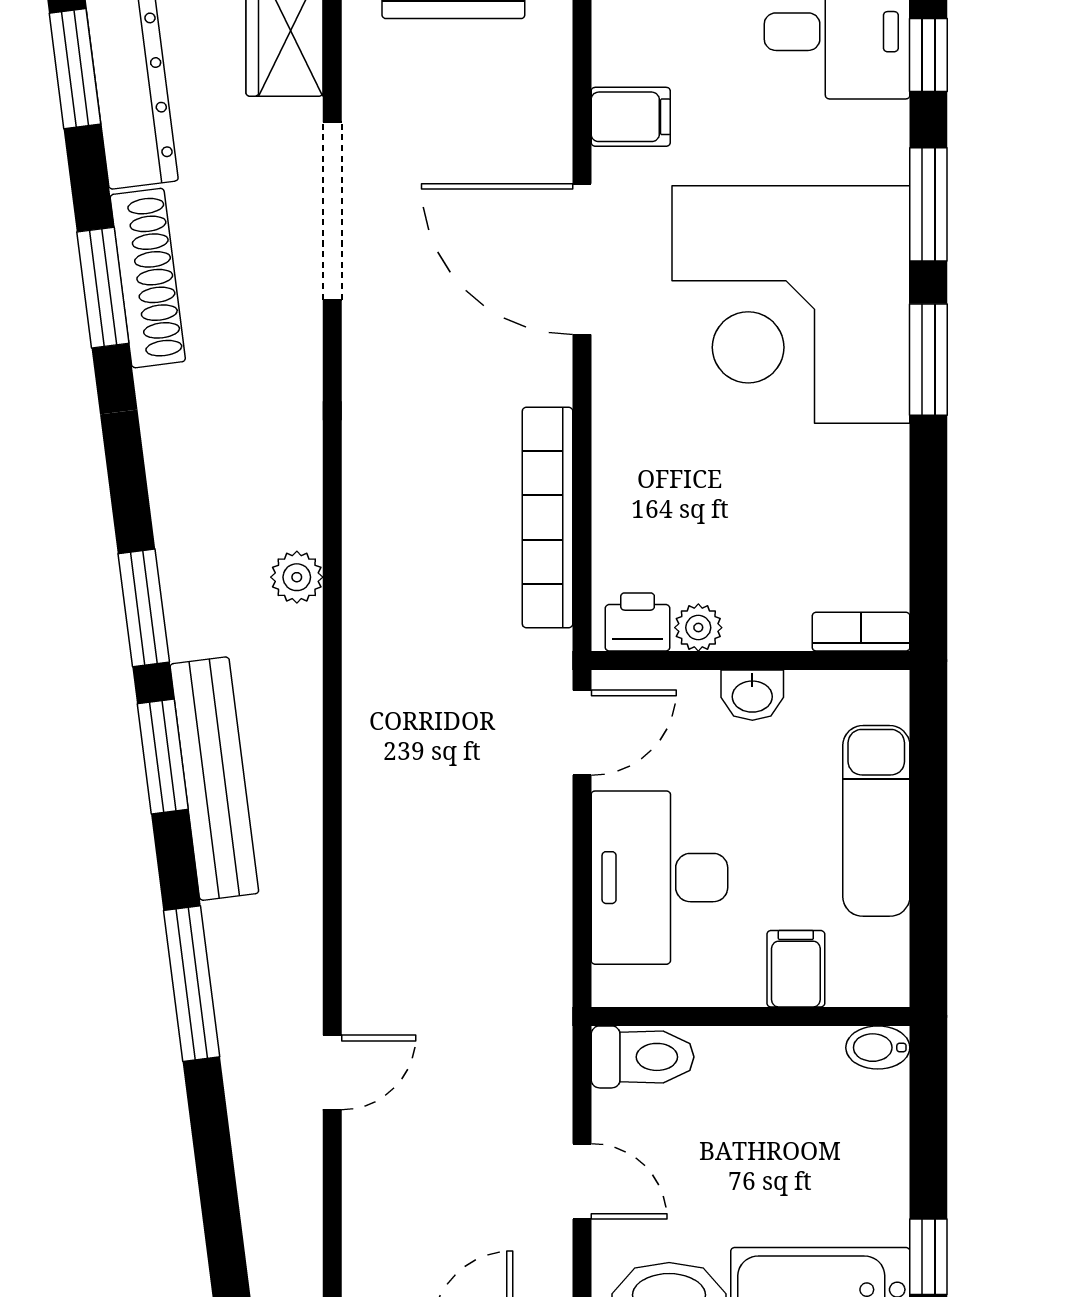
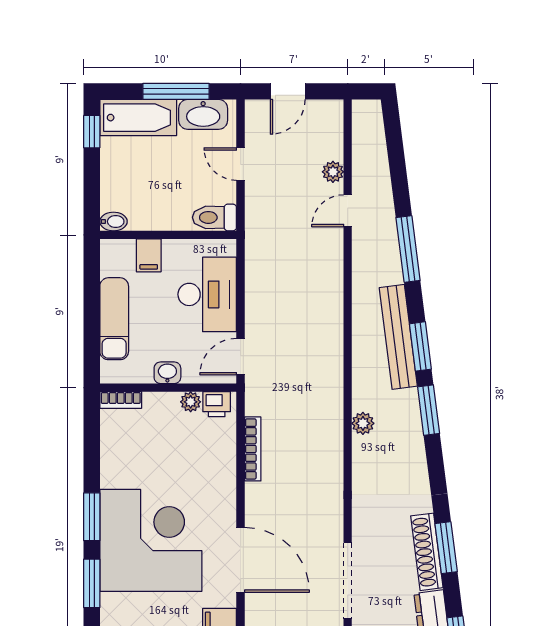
bookcase: (548, 518) -> (253, 449), width x0.68, depth x0.76
plant: (367, 1163) -> (333, 172), added

